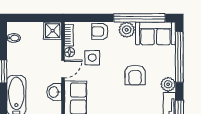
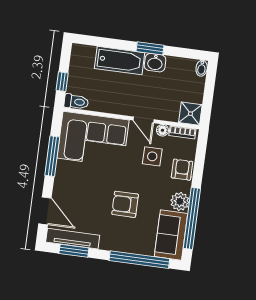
bidet: (14, 38) -> (202, 68), moved
plant: (168, 84) -> (109, 242), removed
washbasin: (54, 92) -> (155, 63), moved, turned 180

